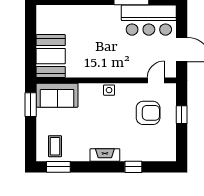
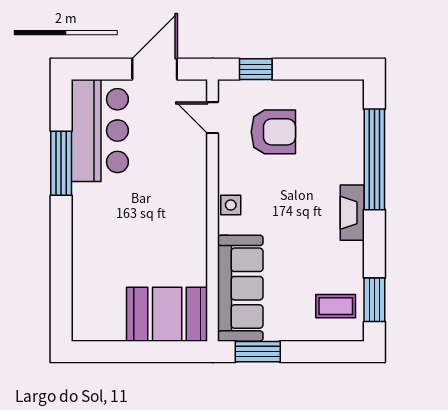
sofa: (57, 95) -> (240, 288), width x1.36
armchair: (148, 113) -> (273, 132), turned 90
window: (182, 115) -> (256, 69), moved
window: (133, 167) -> (374, 159), width x3.17

